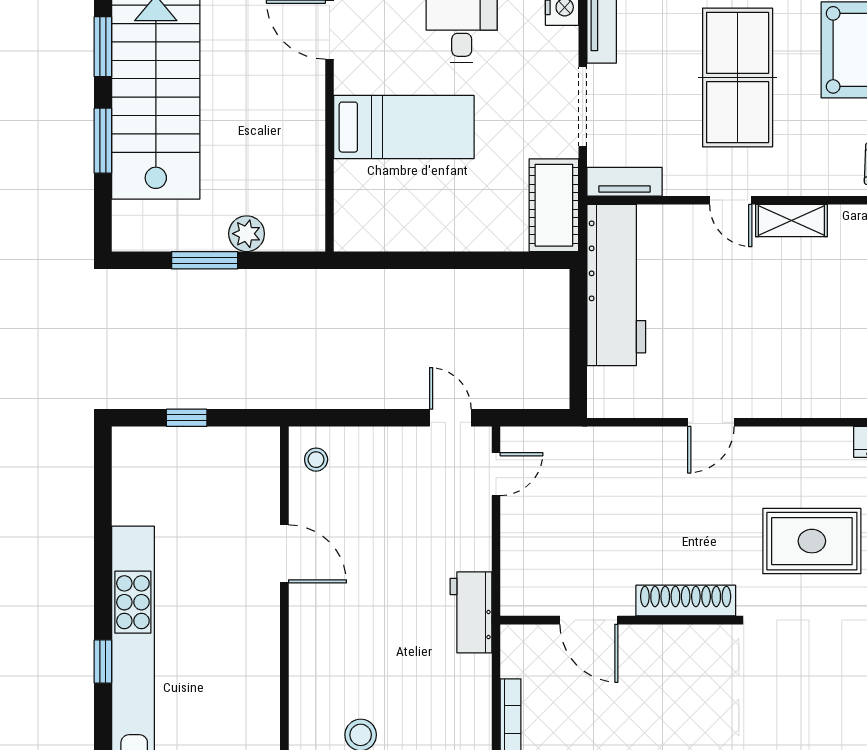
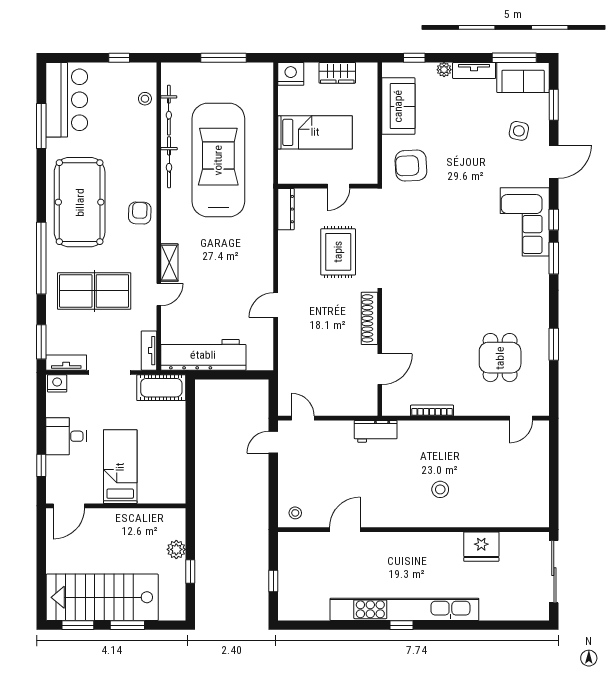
window: (205, 260) -> (190, 572), width x0.67
door: (711, 422) -> (276, 305), swing flipped

